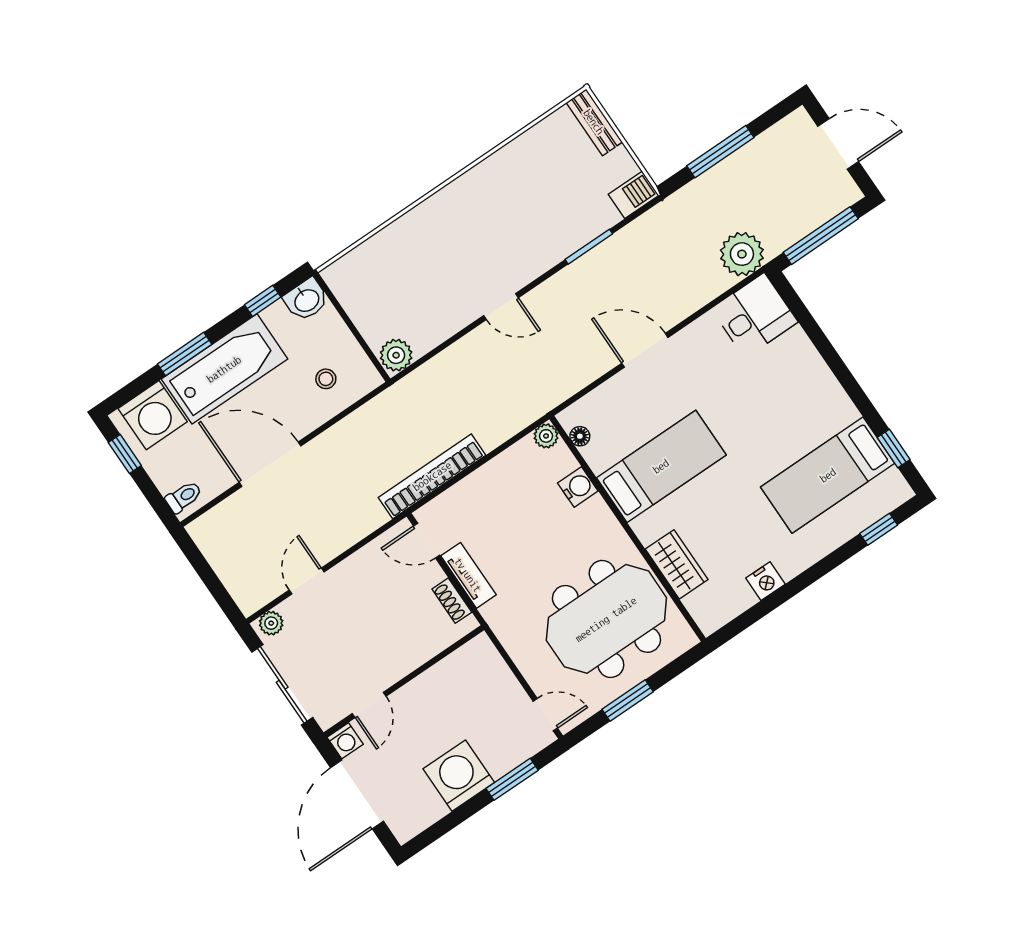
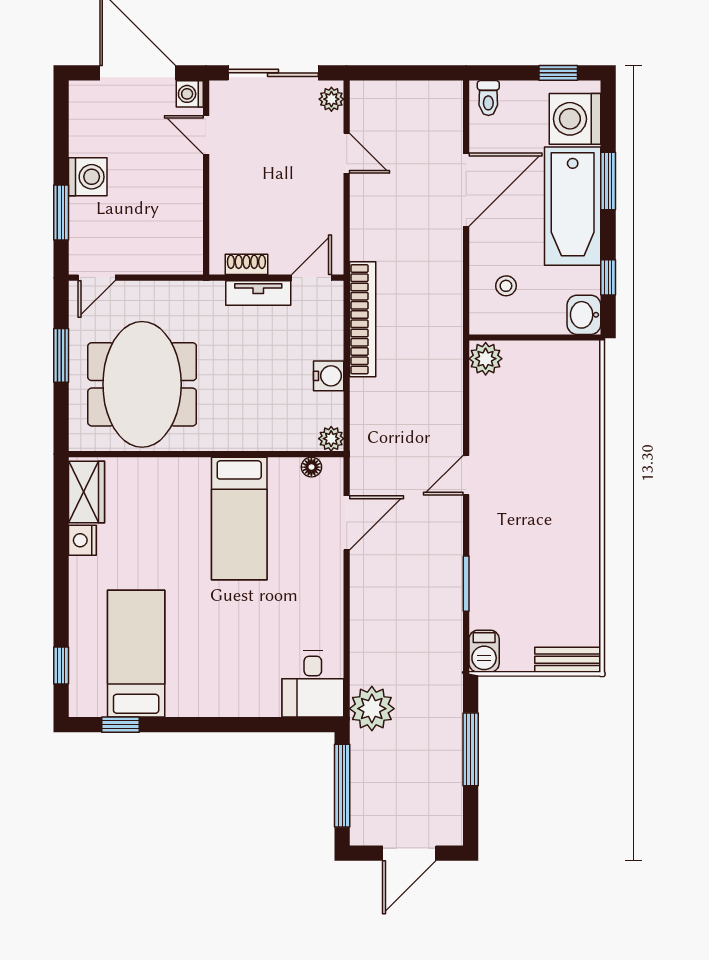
door: (645, 350) -> (347, 523), moved
water cooler: (578, 487) -> (329, 376), moved, turned -90
wardrobe: (677, 564) -> (86, 492), moved, turned -90
washing machine: (459, 776) -> (88, 177), width x0.73, depth x0.73

